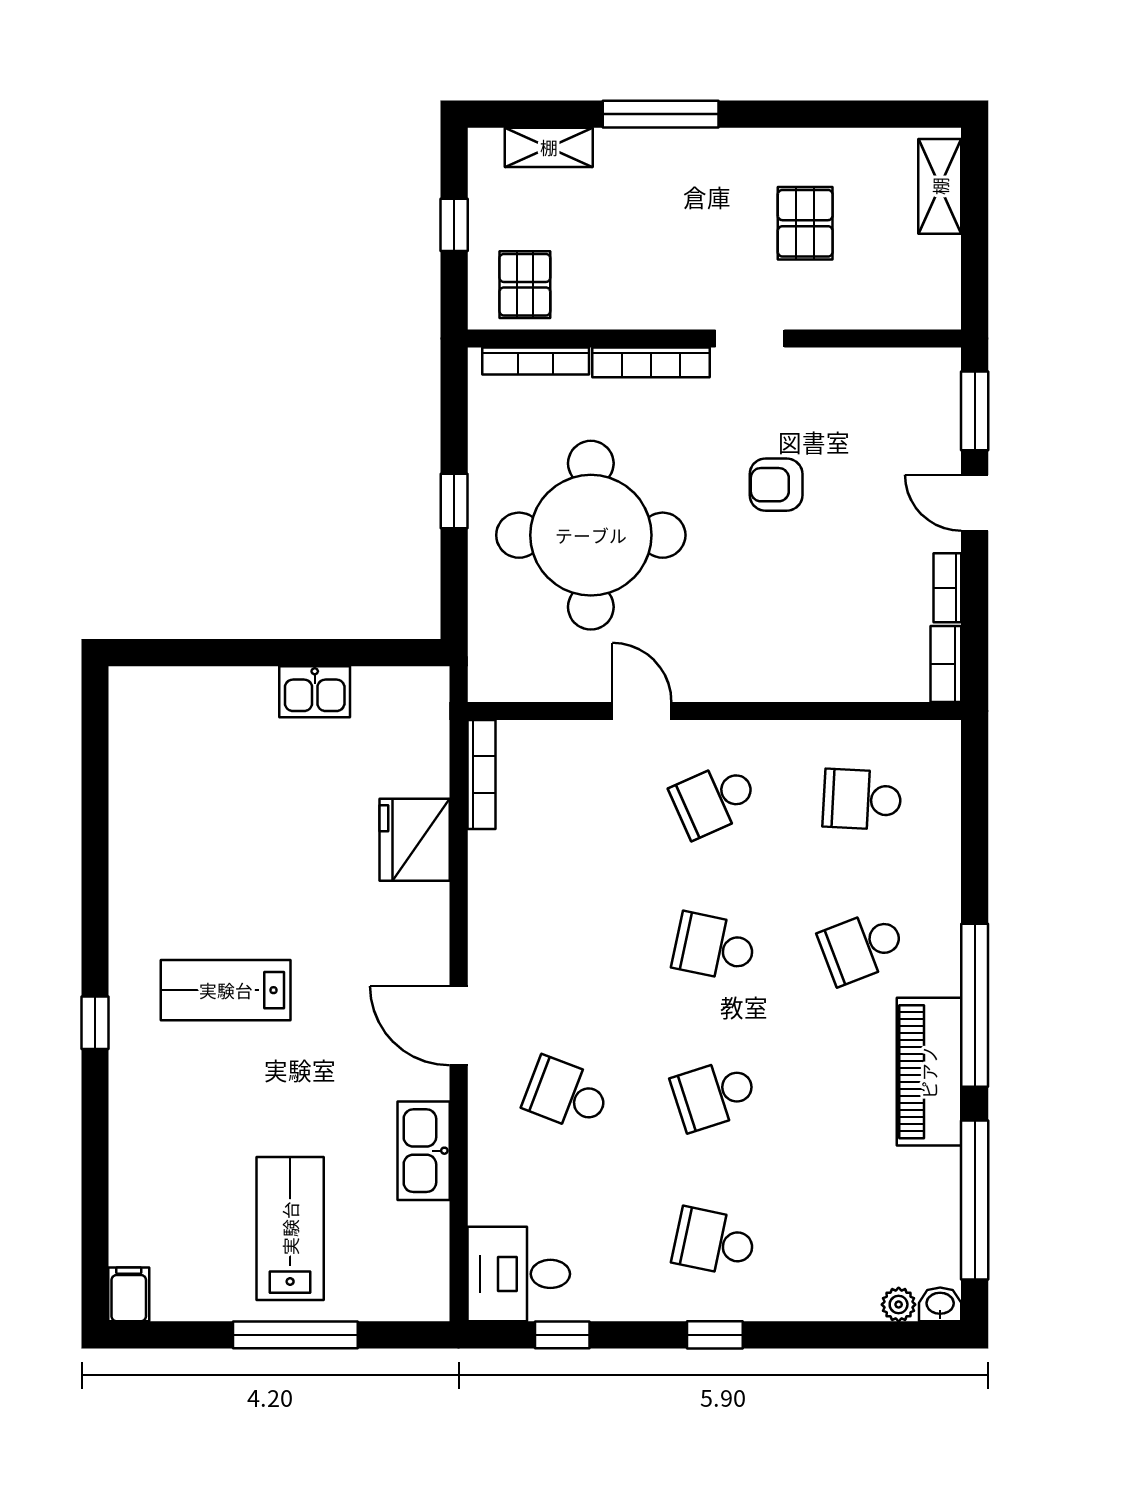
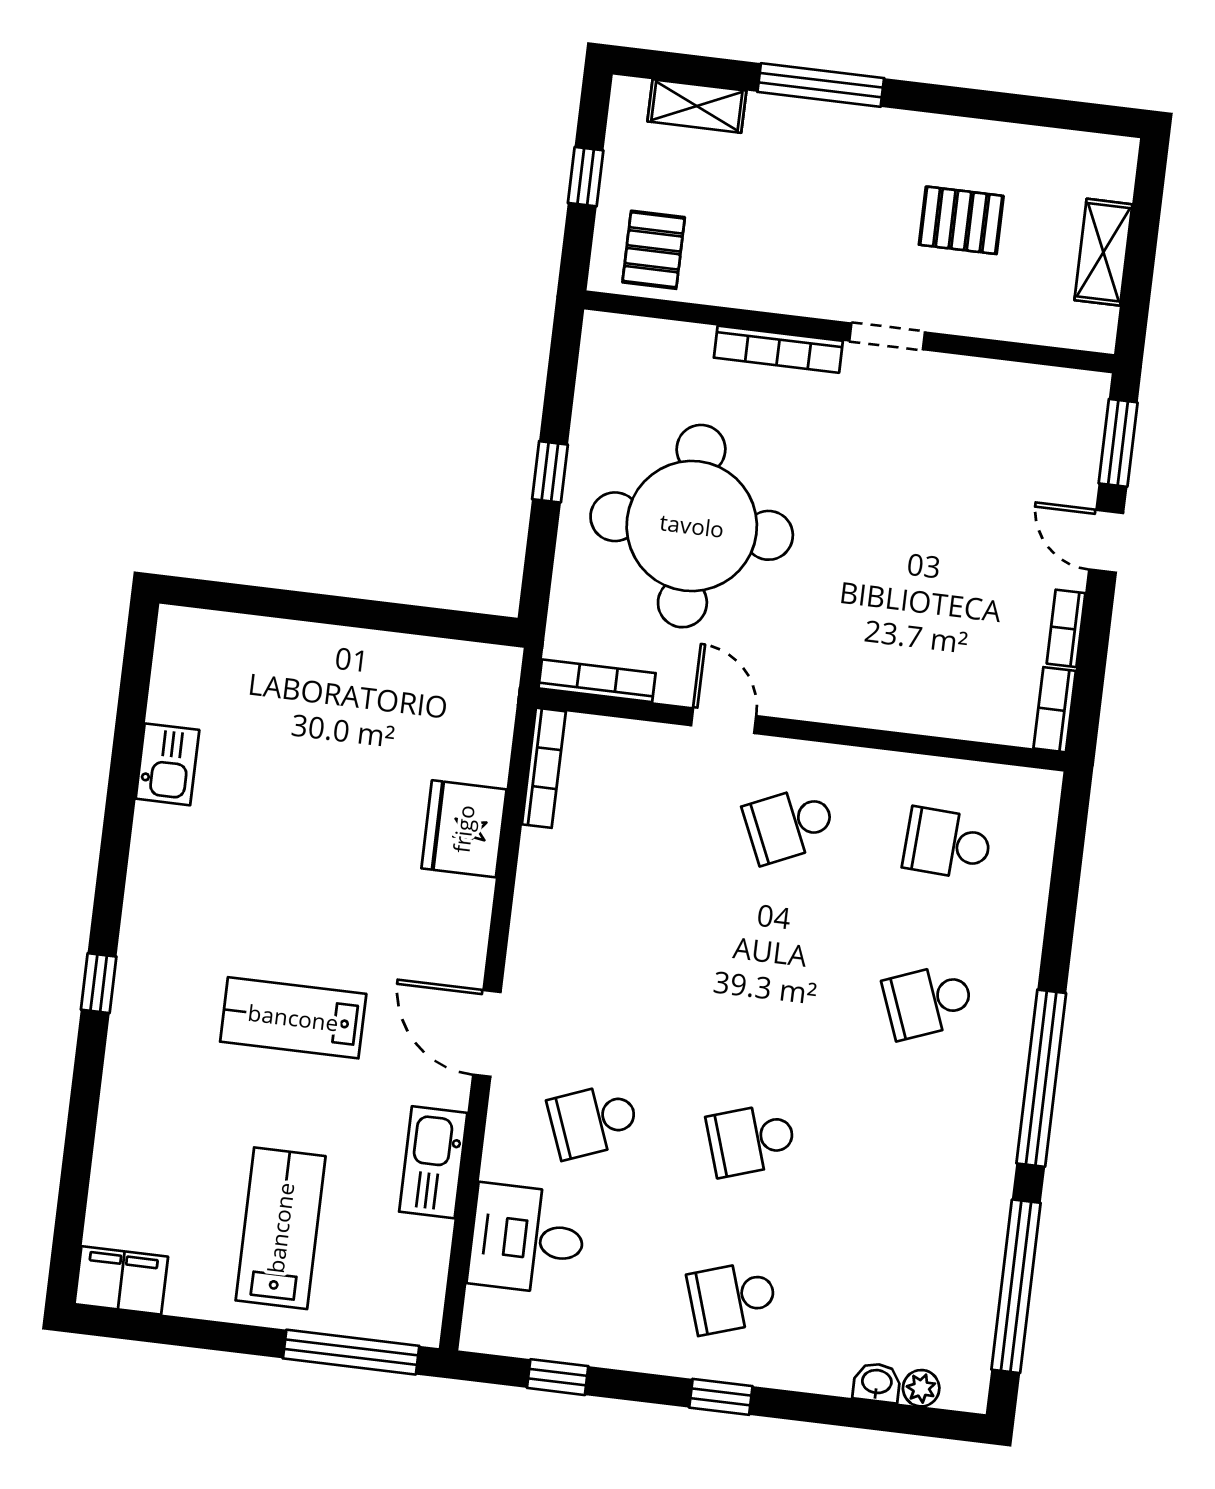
shelving: (940, 186) -> (1103, 252), moved
pallet: (805, 223) -> (961, 220), turned 90
bookcase: (536, 361) -> (597, 681), moved, turned 180
armchair: (776, 485) -> (896, 496), removed
kitchen sink: (315, 692) -> (167, 764), moved, turned -90
school desk: (714, 947) -> (770, 982), removed
lab bench: (226, 990) -> (293, 1018), moved
piano: (929, 1072) -> (984, 1143), removed
school desk: (567, 1094) -> (593, 1121), turned -42
school desk: (714, 1242) -> (732, 1298), turned -30
desk: (519, 1274) -> (527, 1239), moved
filing cabinet: (129, 1294) -> (121, 1280), width x2.00
washbasin: (940, 1304) -> (877, 1383), moved
window: (295, 1335) -> (351, 1352), moved

